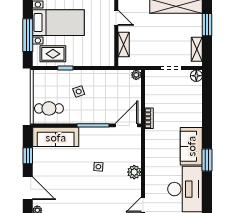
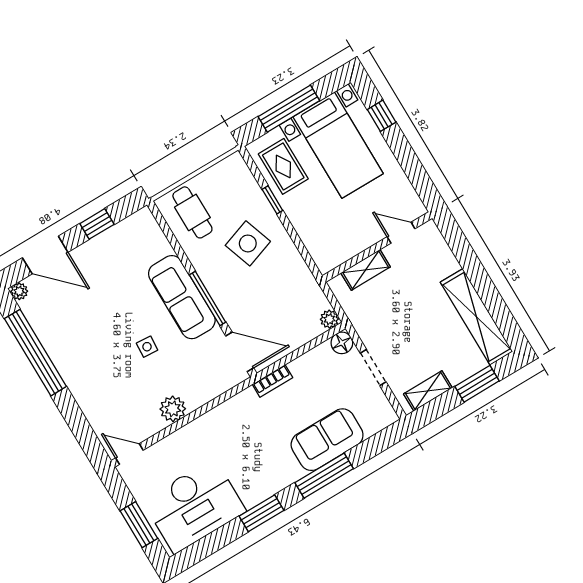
door: (116, 18) -> (401, 233), swing flipped
floor lamp: (196, 76) -> (342, 343), moved
side table: (79, 92) -> (248, 243), width x1.87, depth x1.87
window: (207, 121) -> (324, 476), added
sofa: (56, 137) -> (182, 297), moved
sofa: (191, 146) -> (327, 440), moved
door: (28, 188) -> (45, 255), hinge flipped

